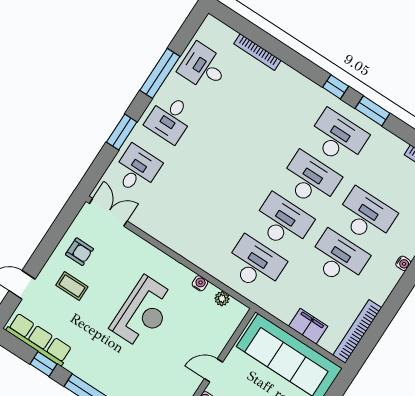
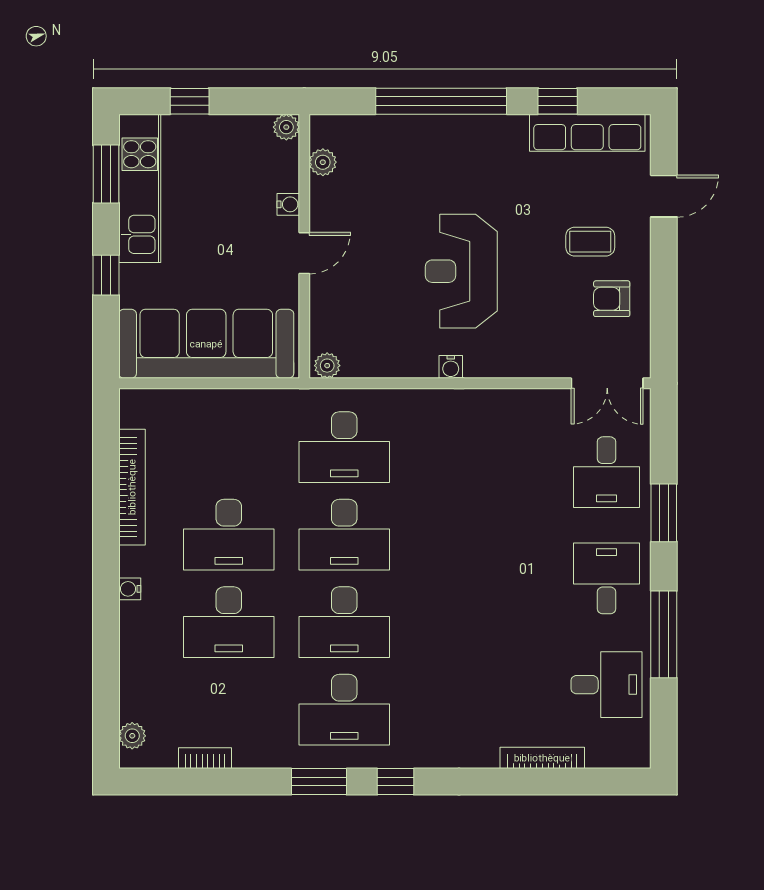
water cooler: (200, 283) -> (451, 367), moved
plant: (222, 299) -> (327, 366), moved
filing cabinet: (308, 326) -> (208, 407), removed
bookcase: (357, 331) -> (132, 487), moved

